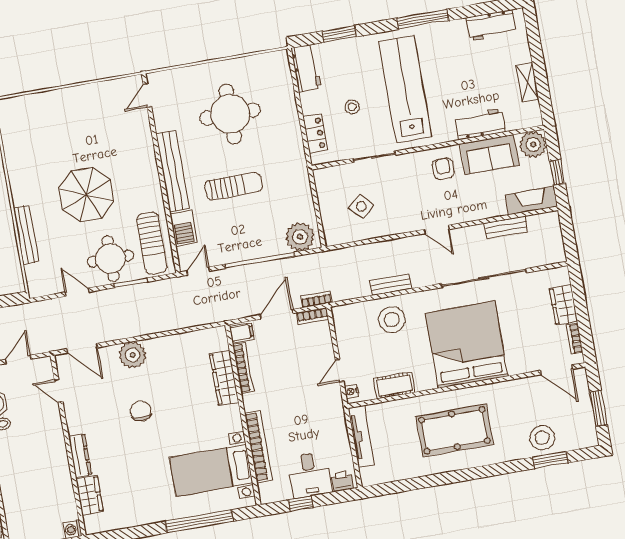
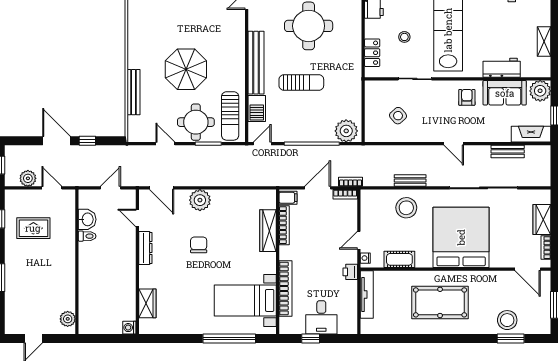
dresser: (80, 455) -> (145, 248), moved
printer: (342, 481) -> (350, 272), moved, turned -90

